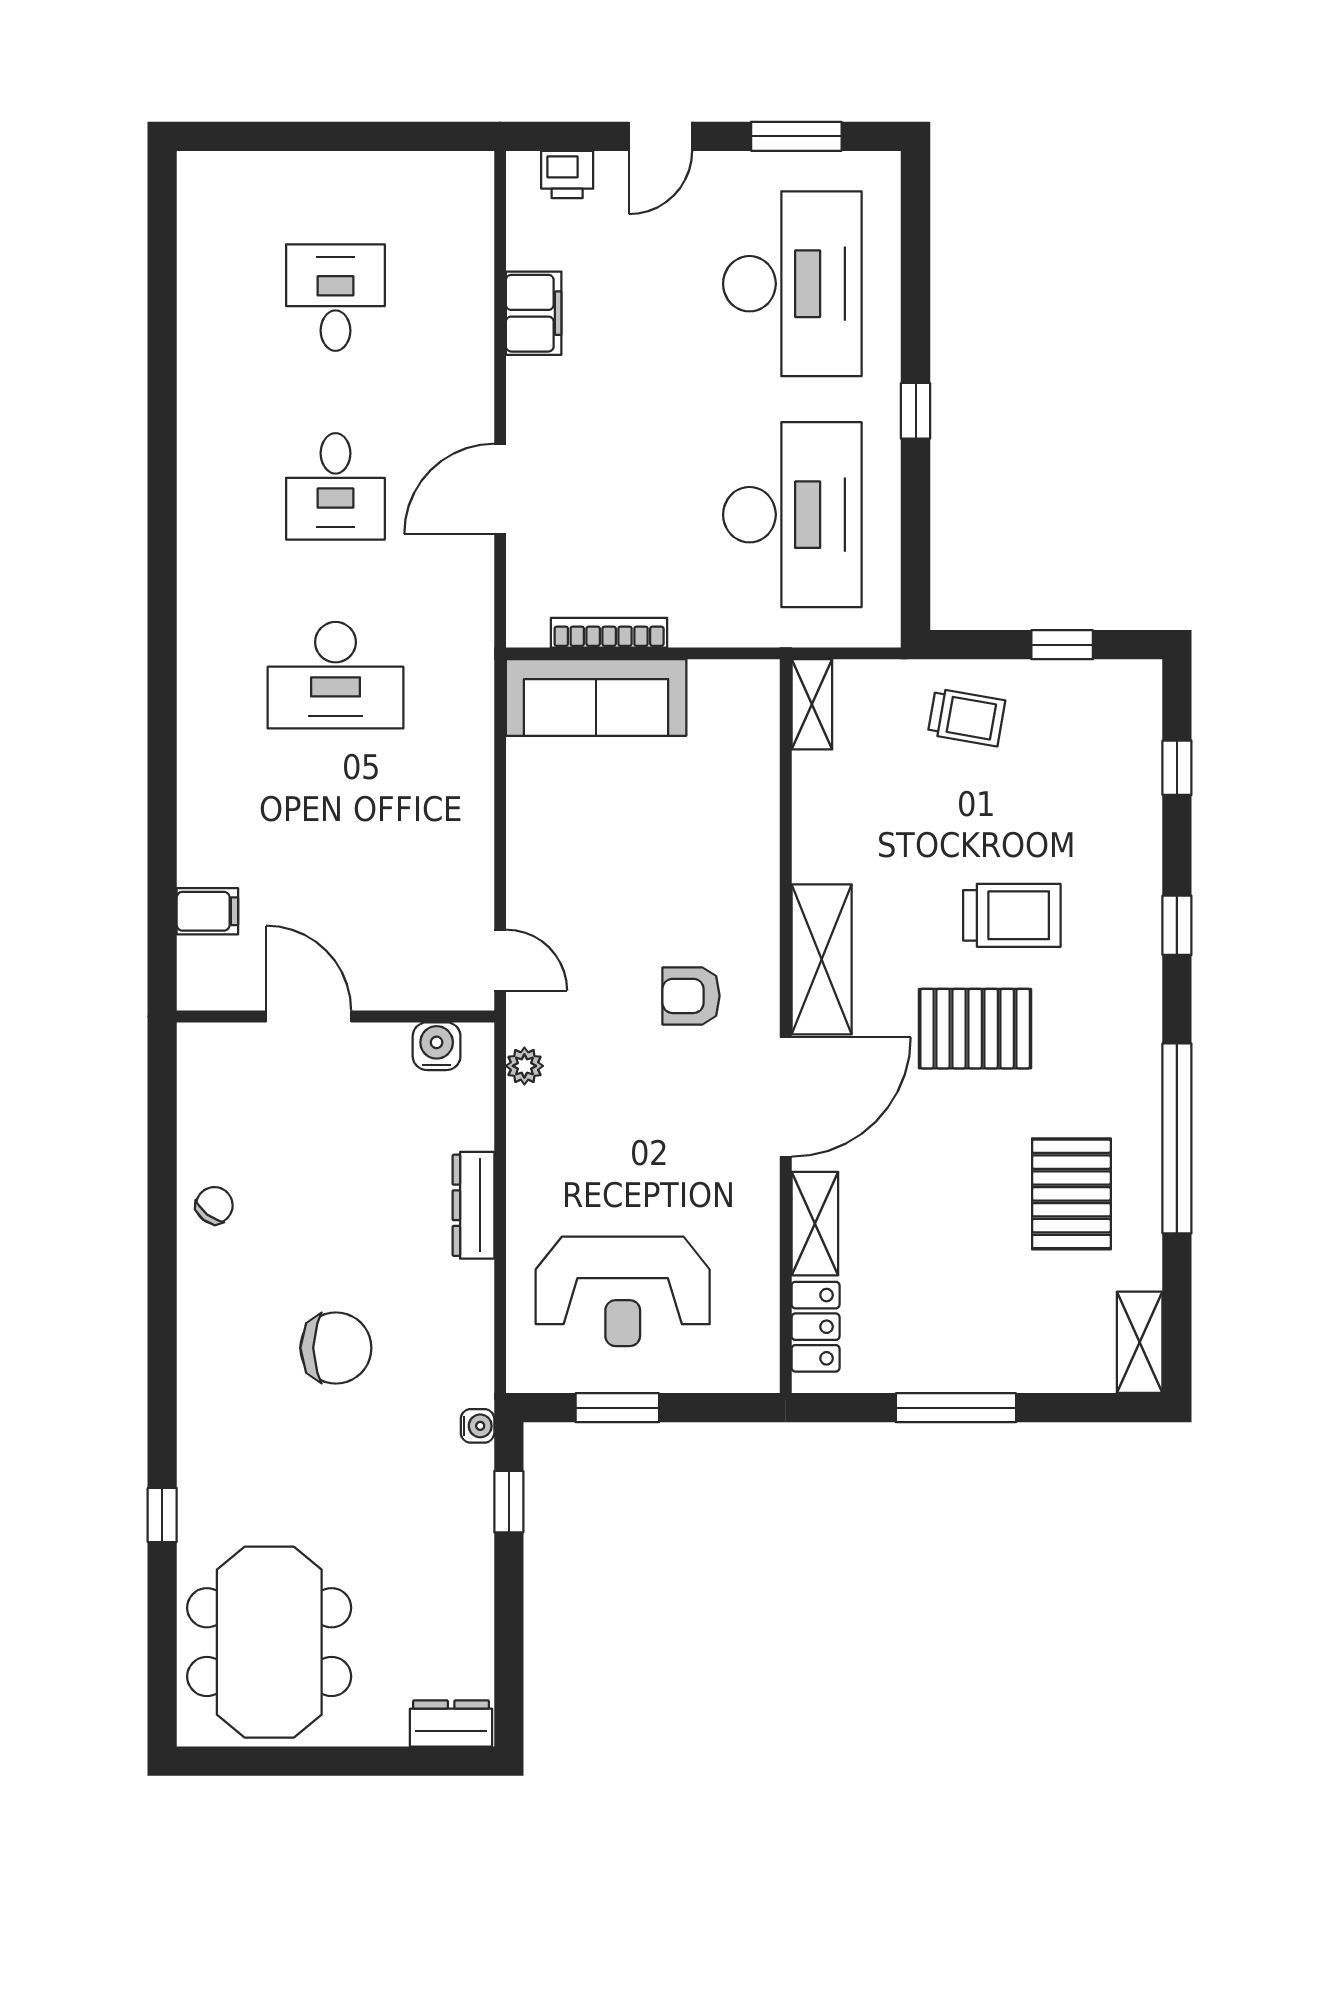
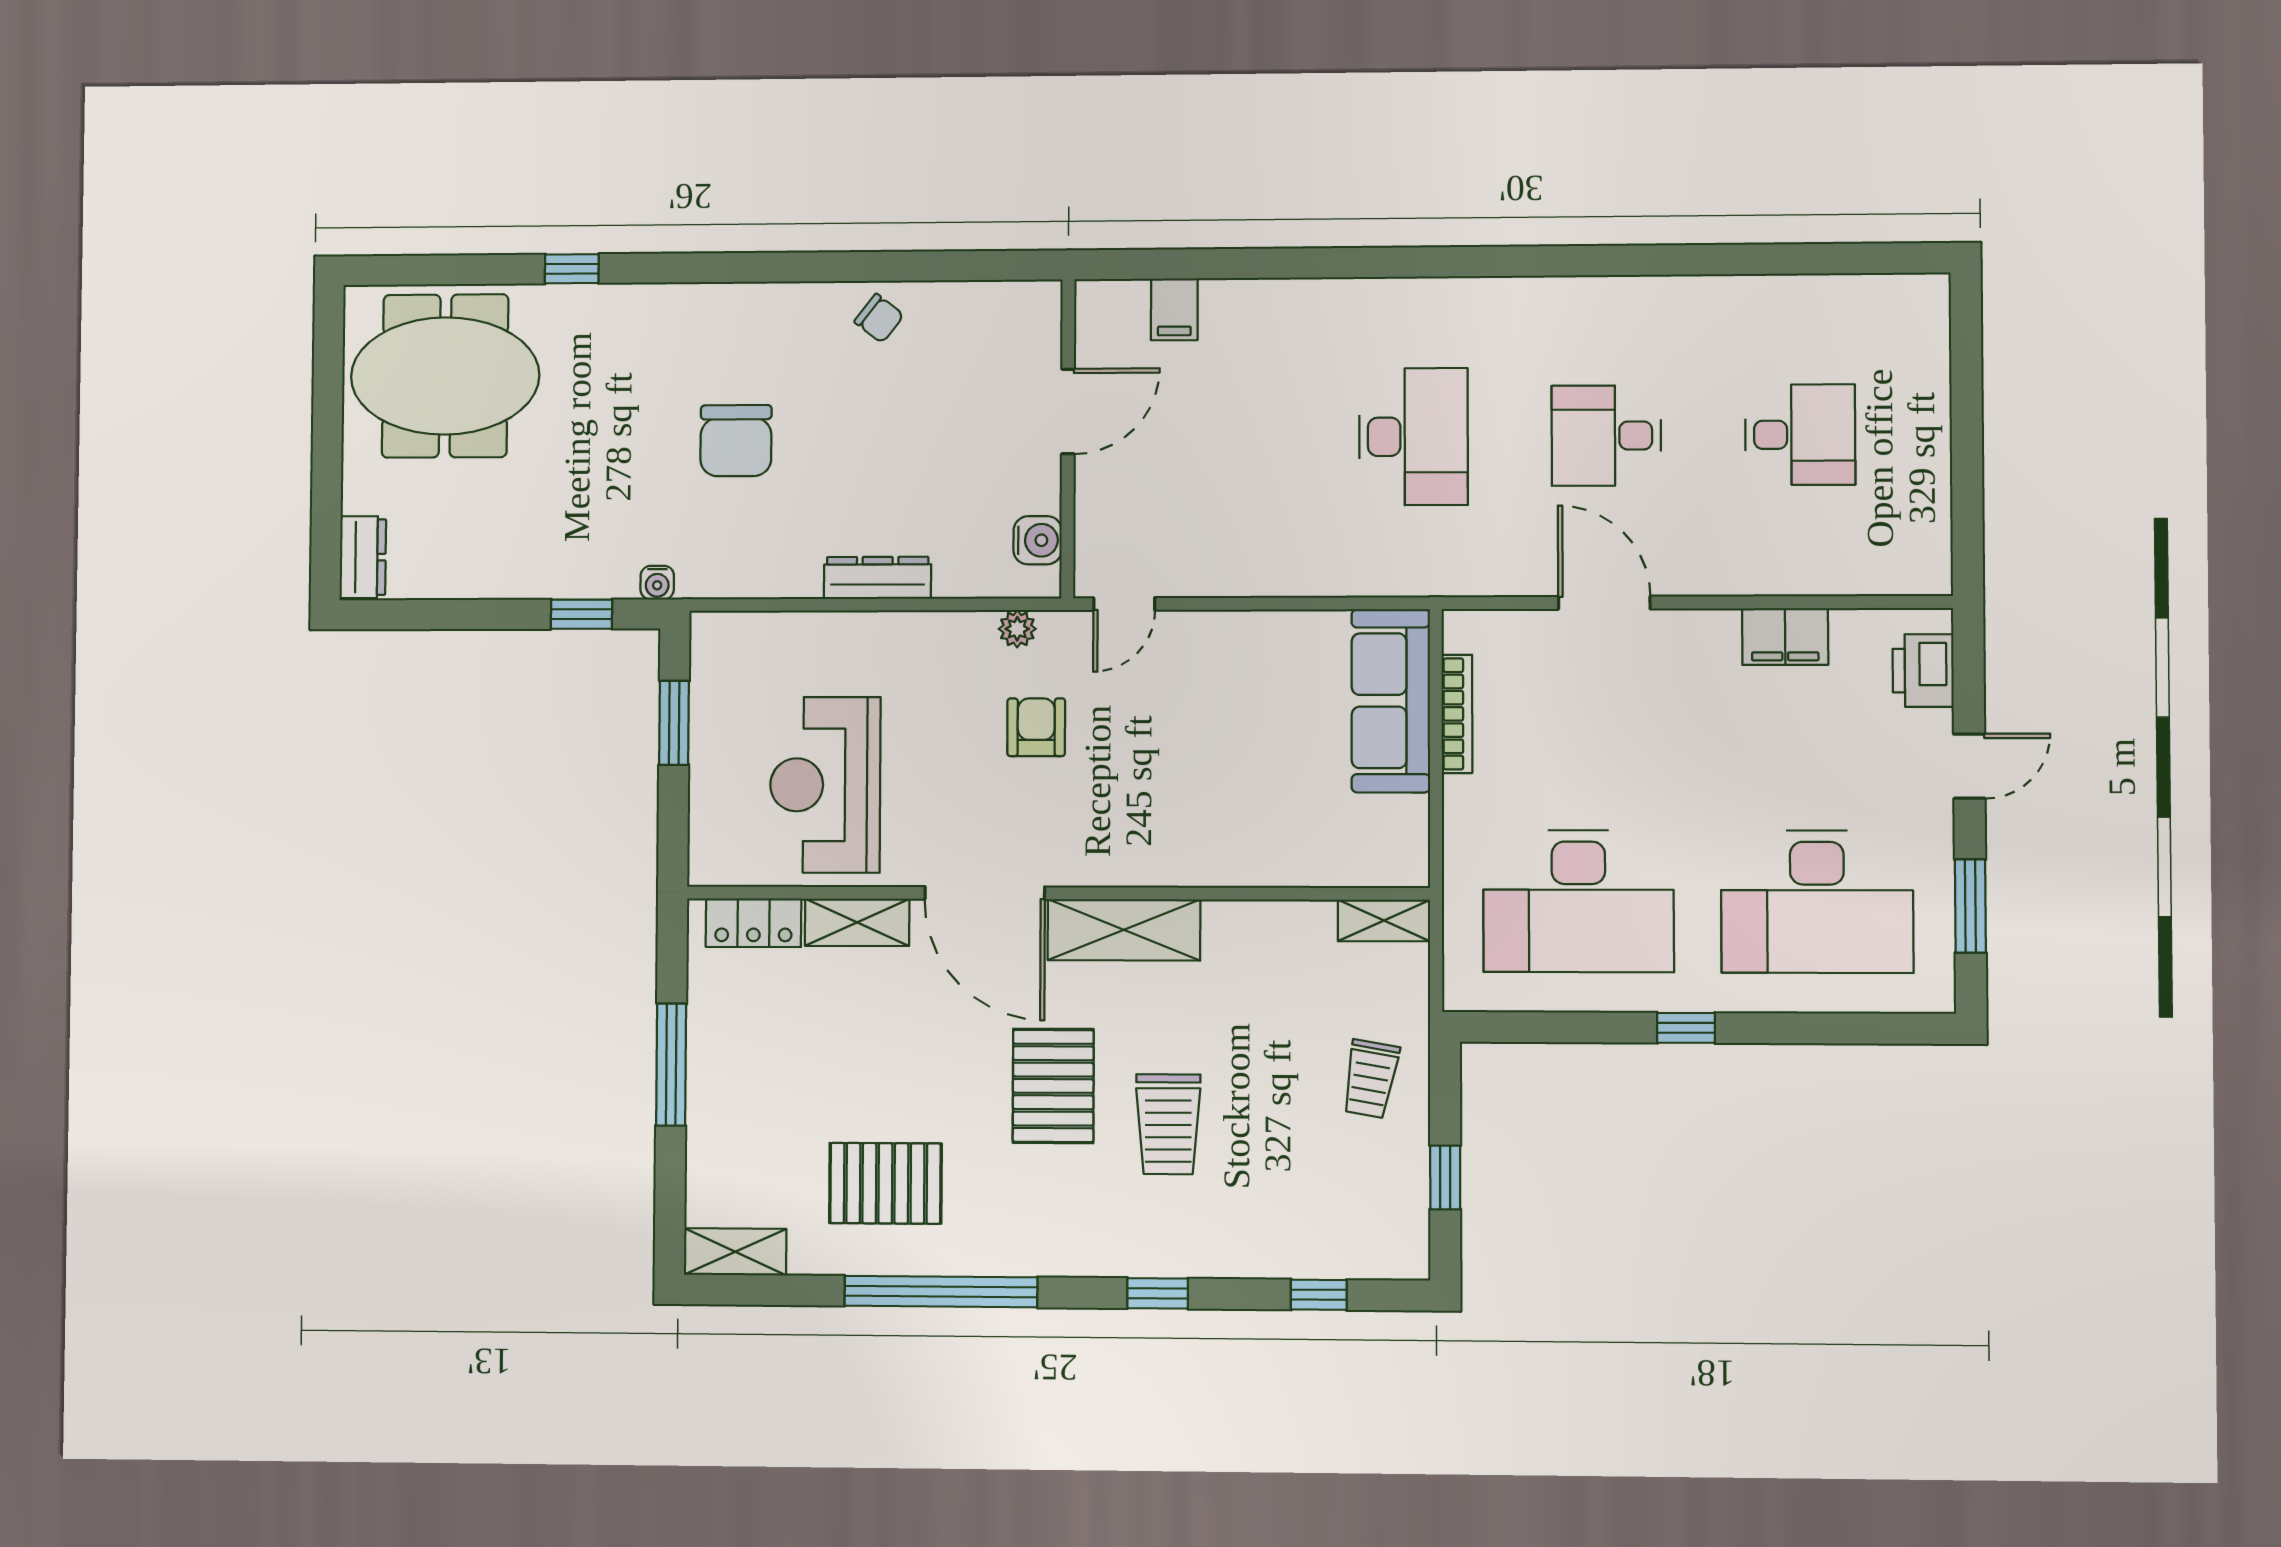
door: (660, 136) -> (1969, 766), swing flipped
printer: (567, 174) -> (1923, 671), width x1.36, depth x1.24
desk: (335, 675) -> (1413, 437), turned 180
armchair: (691, 996) -> (1036, 727), moved
reception desk: (623, 1291) -> (825, 785), moved

